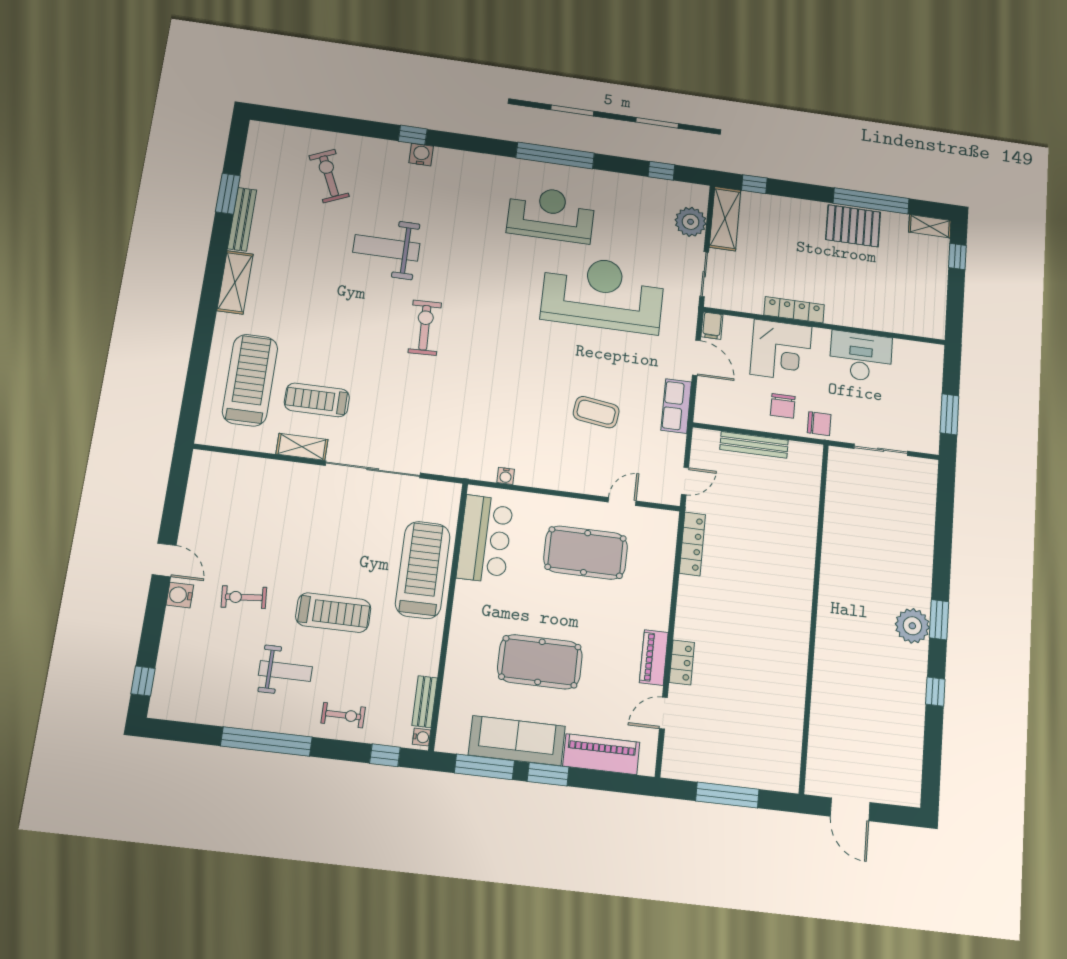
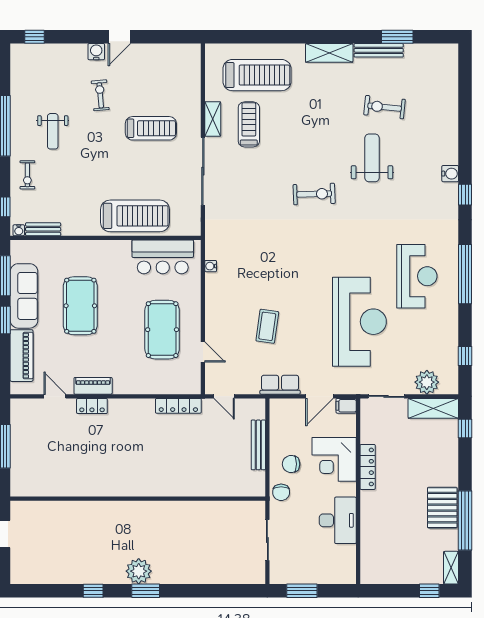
window: (413, 135) -> (465, 195), moved
exercise bike: (329, 176) -> (385, 107), moved, turned -150
treadmill: (333, 613) -> (151, 128), moved, turned -90

